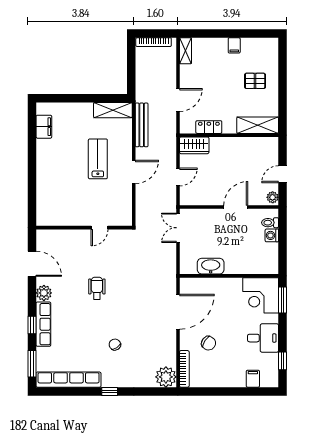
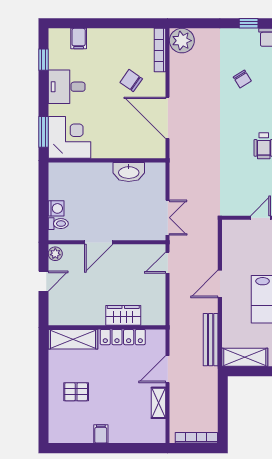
shelving: (186, 51) -> (159, 403), moved
locker: (209, 127) -> (123, 337), width x1.53
wardrobe: (194, 145) -> (123, 315), moved
door: (178, 177) -> (168, 263), moved
door: (178, 312) -> (168, 118), hinge flipped

